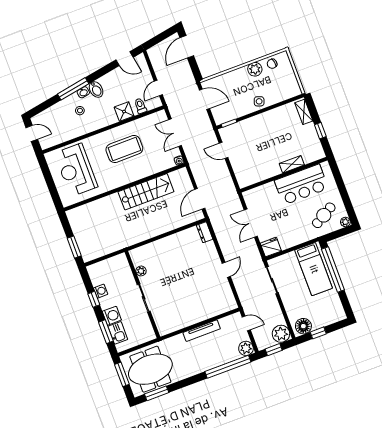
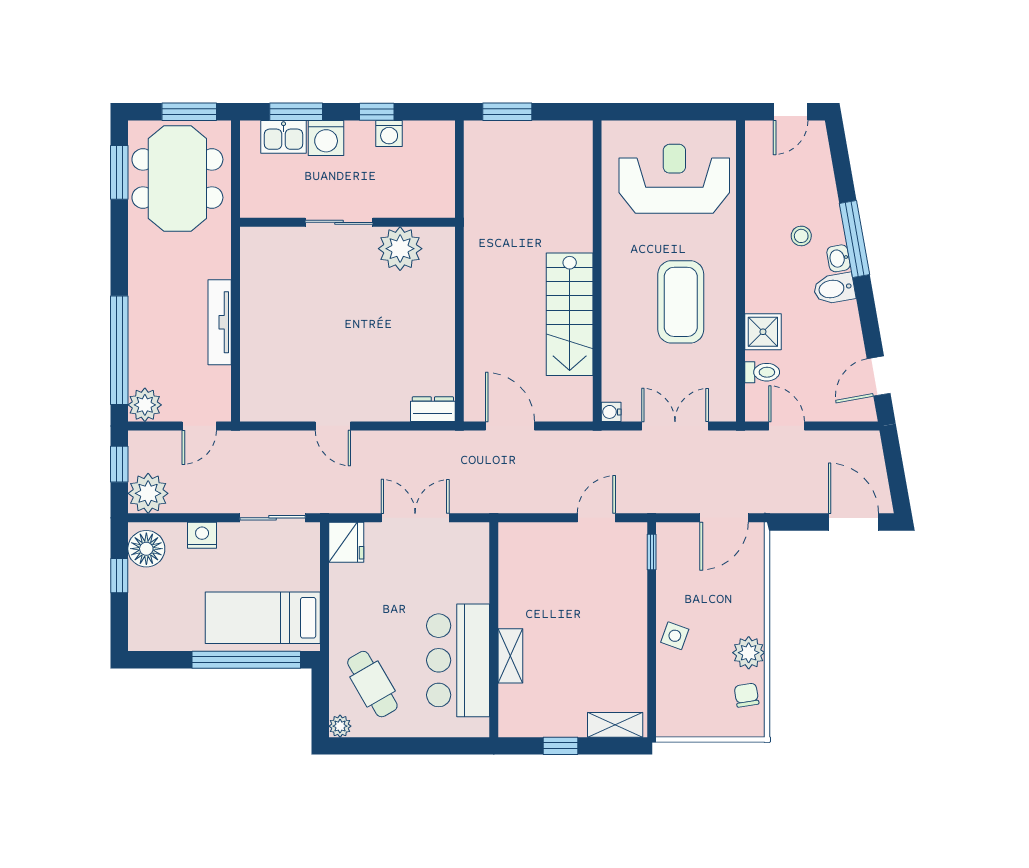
plant: (141, 271) -> (400, 249), width x1.88, depth x1.88
nightstand: (290, 306) -> (202, 535), added

